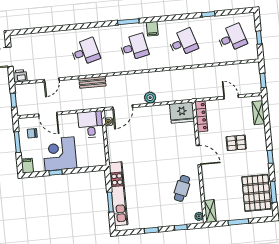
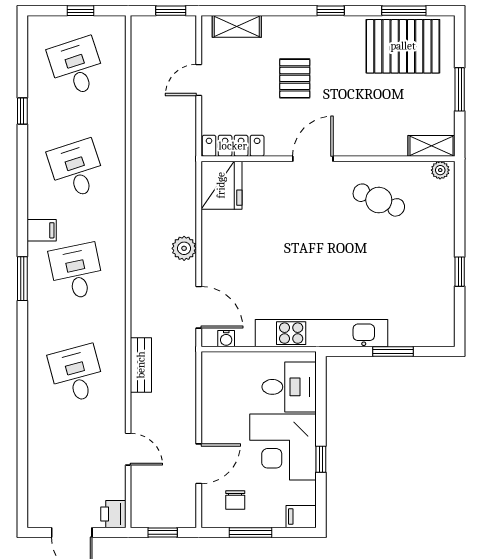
desk: (91, 124) -> (289, 387), moved, turned 180
kitchen unit: (118, 194) -> (322, 333), moved
window: (181, 227) -> (460, 210), removed

